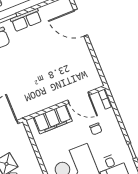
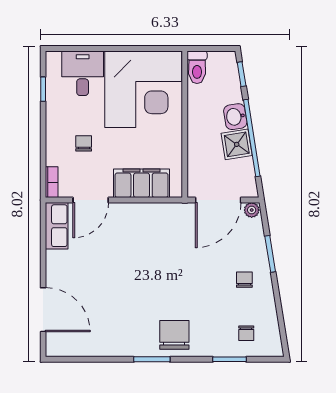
row of seats: (26, 20) -> (57, 226), moved, turned 90
door: (79, 98) -> (91, 200), swing flipped

